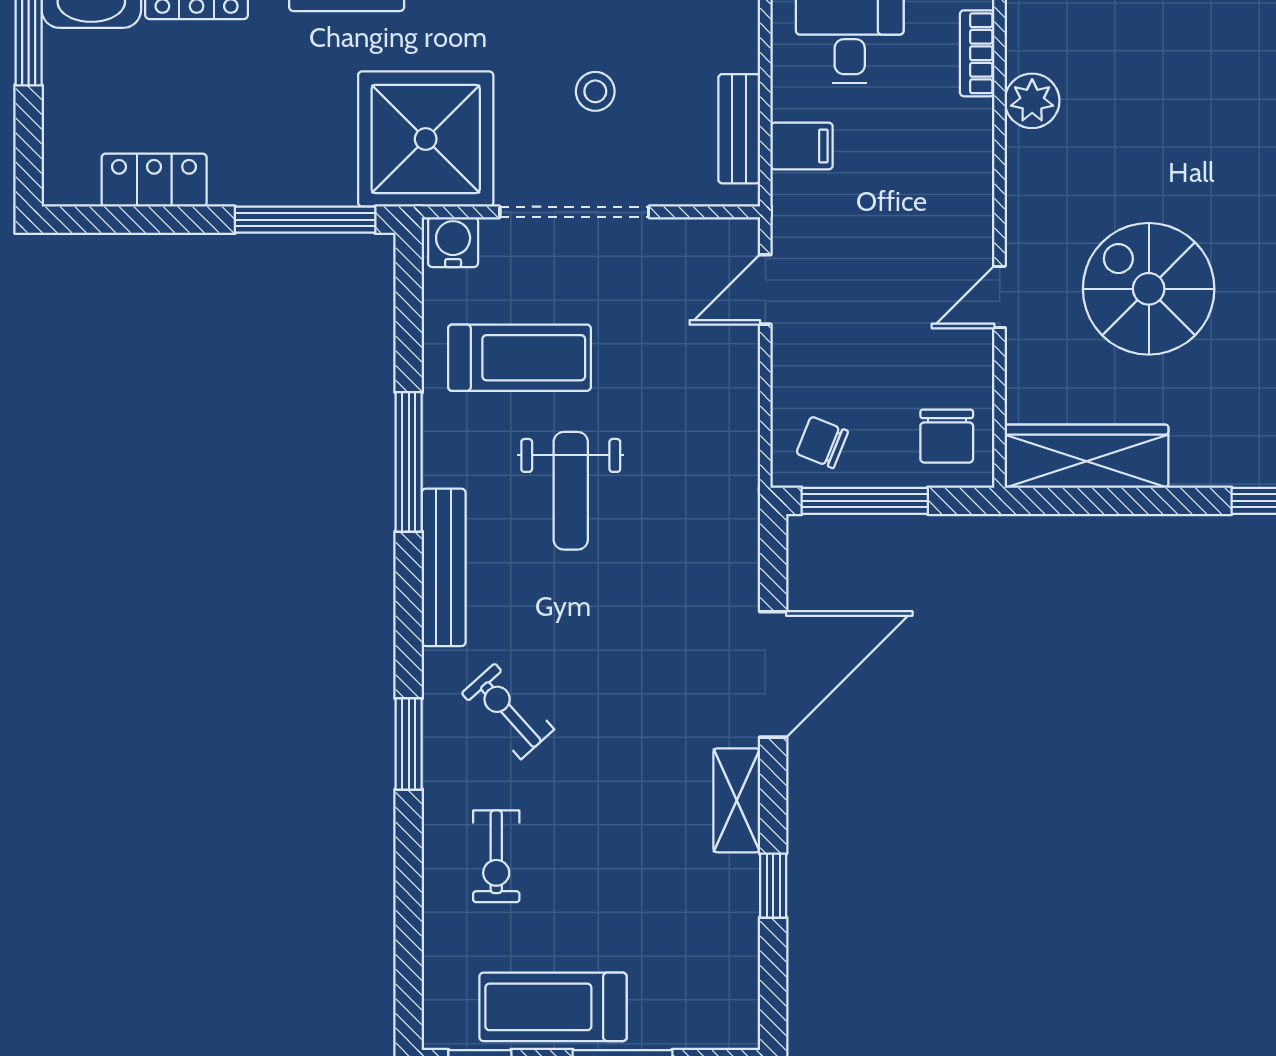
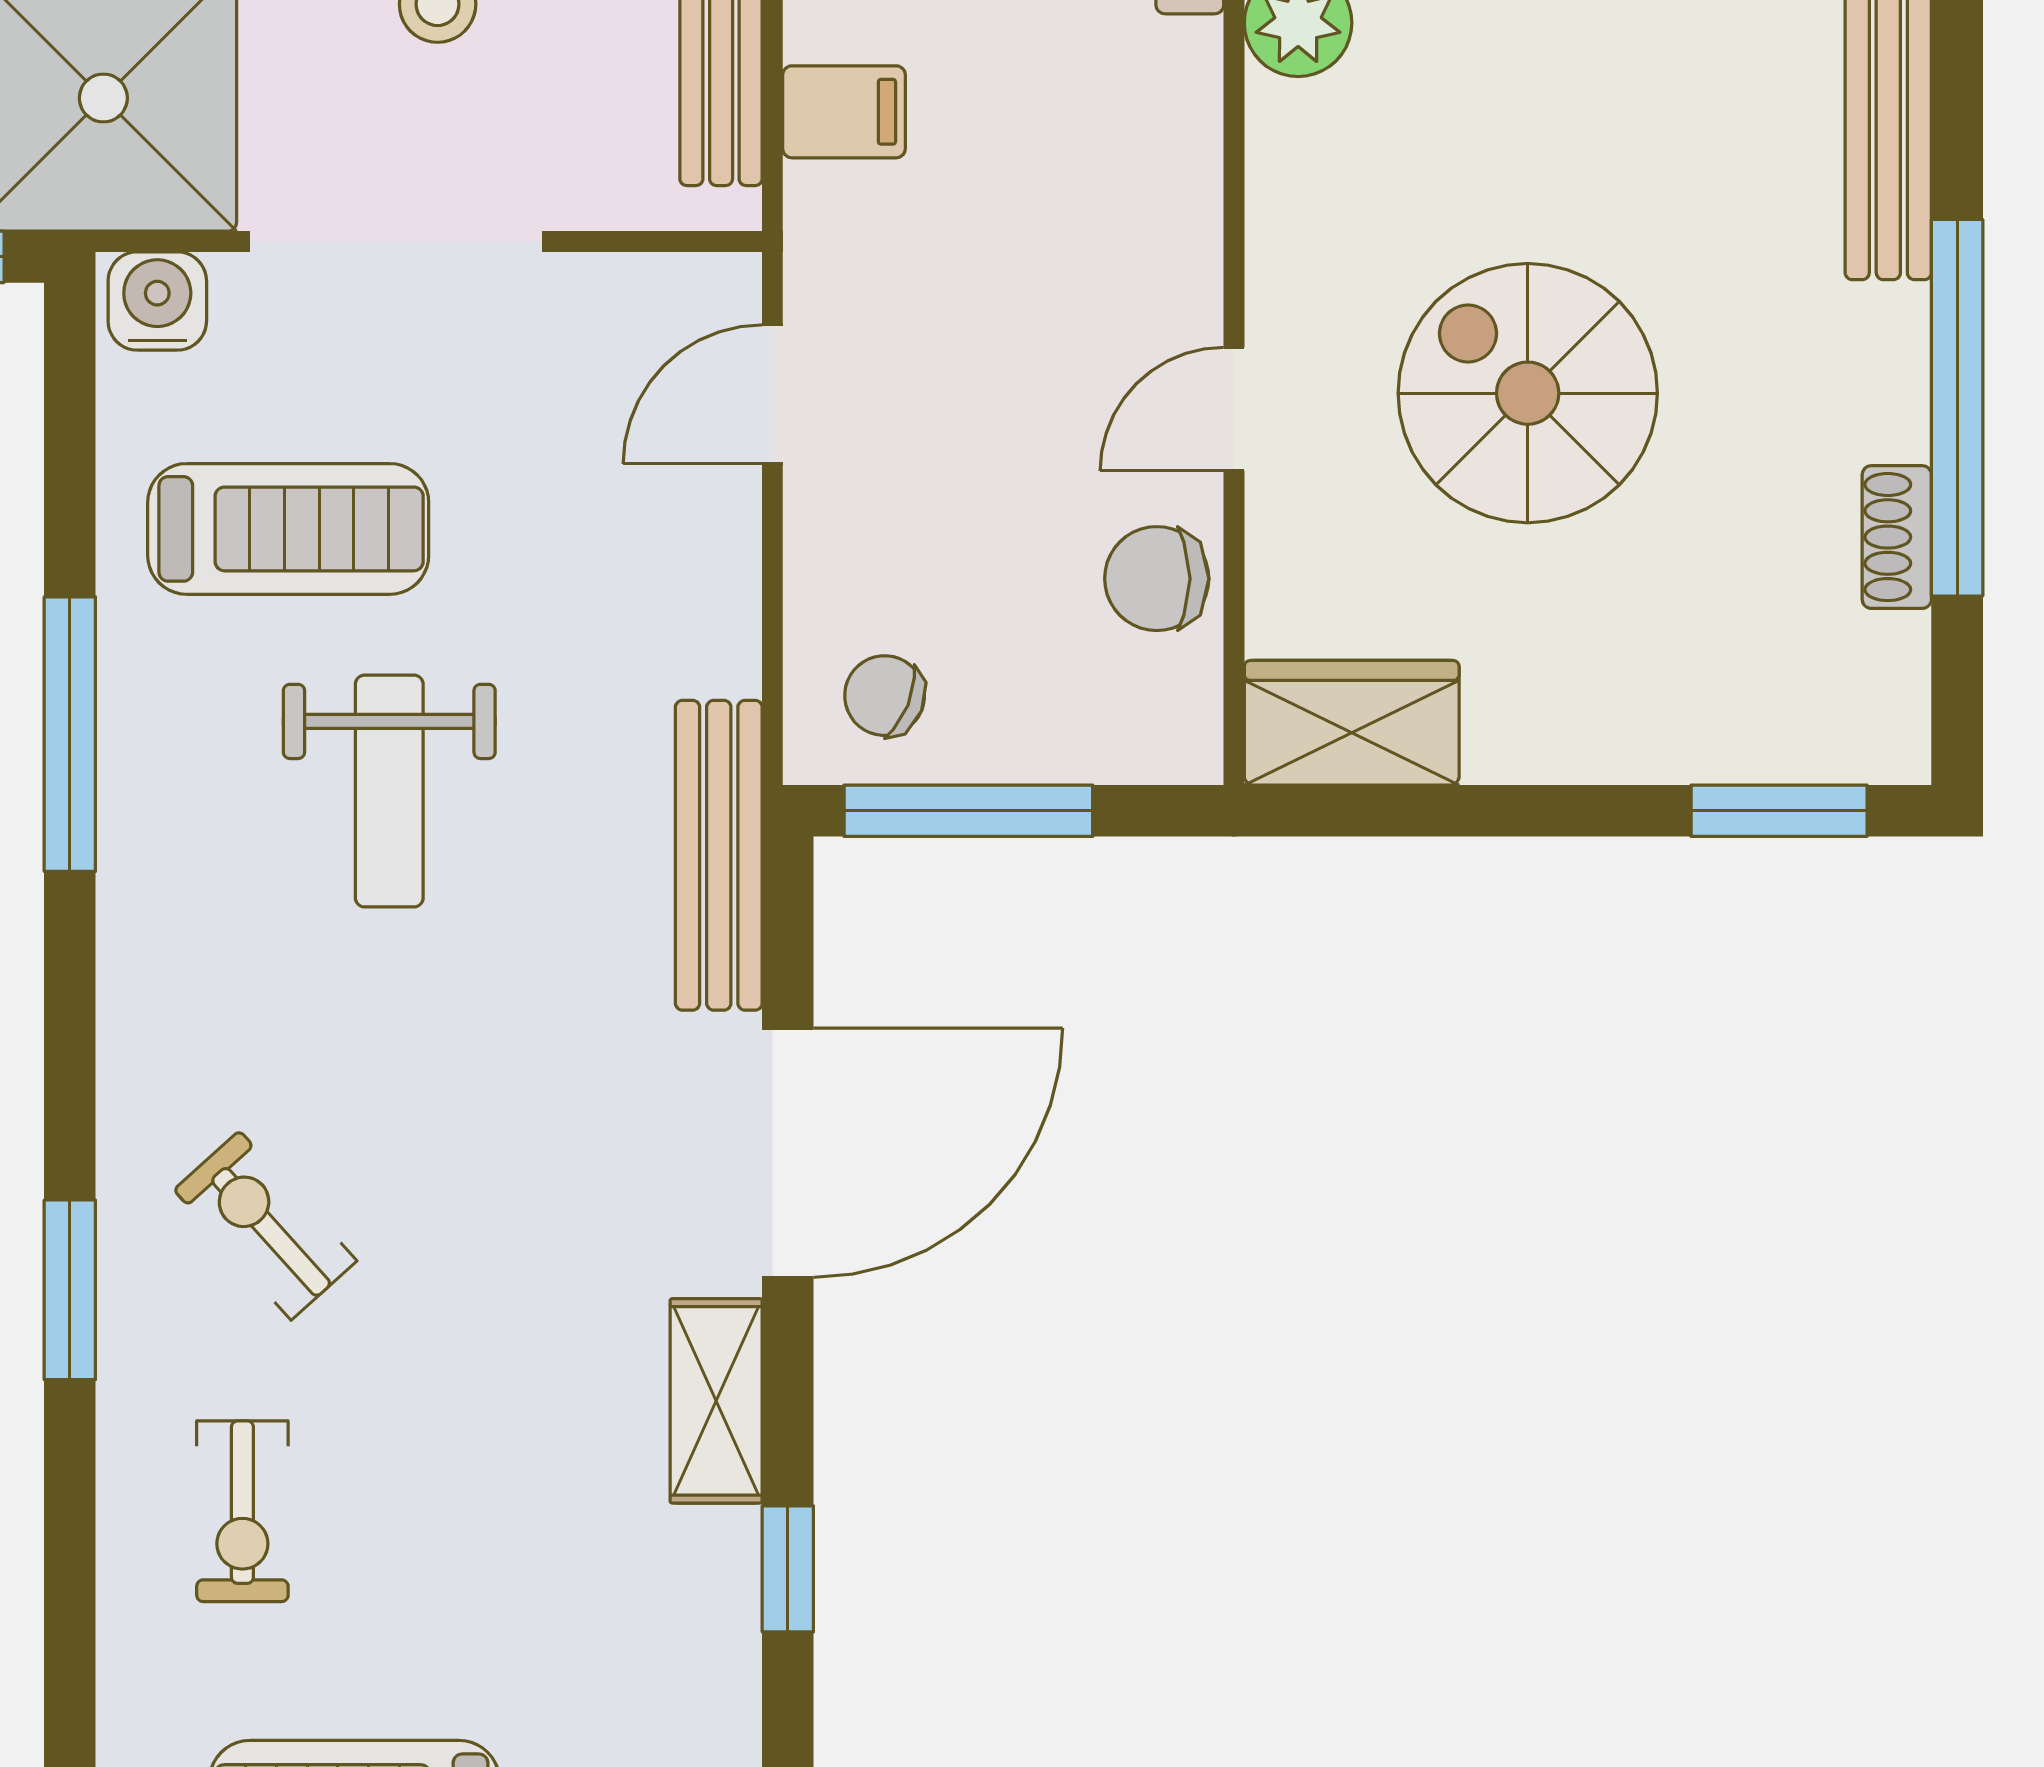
chair: (947, 436) -> (1157, 579), moved, turned 90
wardrobe: (1087, 456) -> (1352, 723), width x0.67
bench: (444, 567) -> (719, 855), moved

